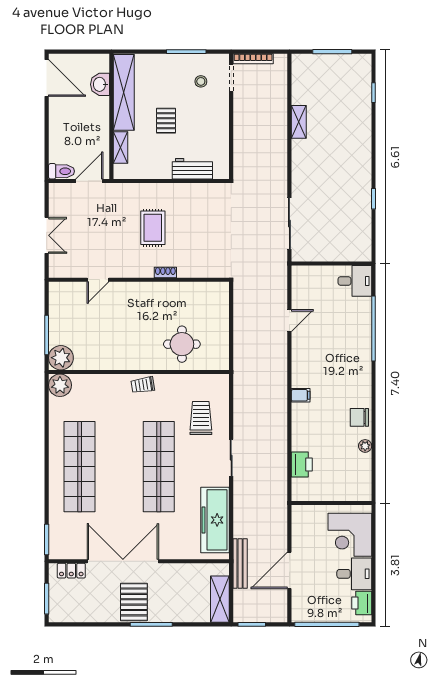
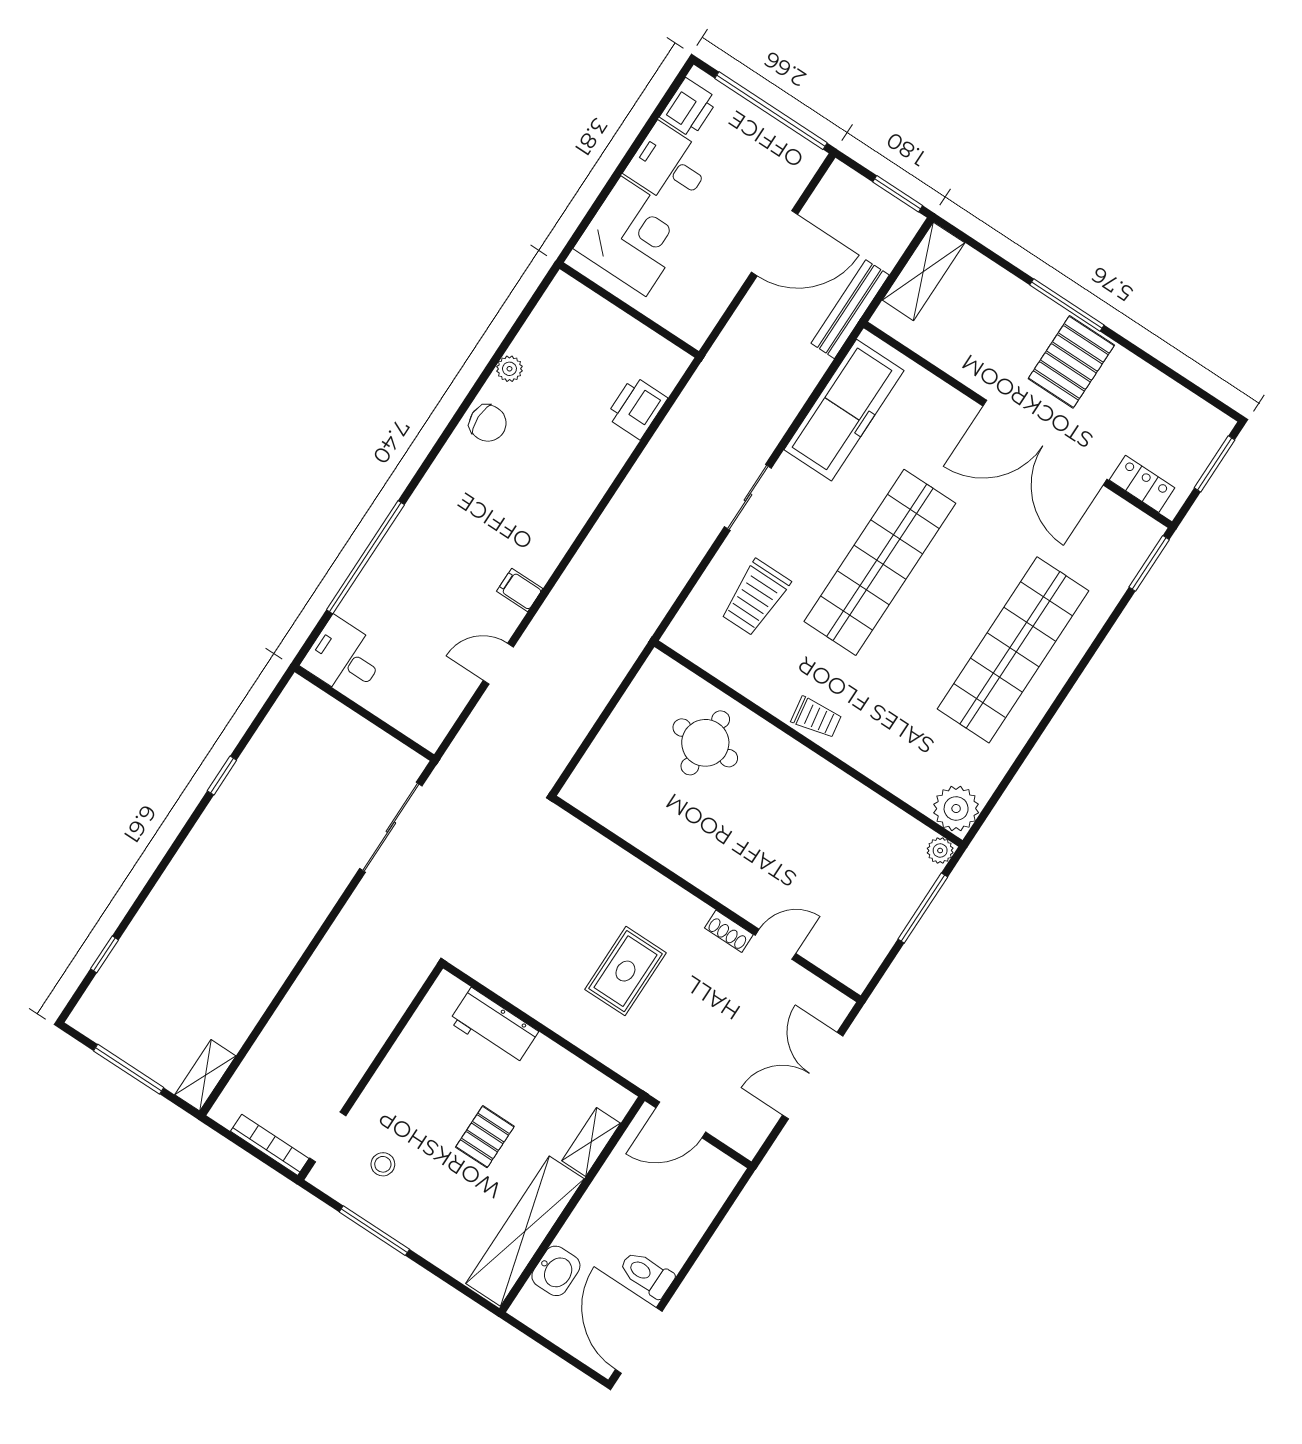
shelving: (299, 122) -> (205, 1075), moved
toilet: (62, 171) -> (647, 1274), moved
double door: (47, 235) -> (813, 1076), width x1.37
shoe rack: (165, 272) -> (729, 931), moved
plant: (61, 358) -> (940, 851), width x0.53, depth x0.53
filing cabinet: (301, 395) -> (520, 590), moved

